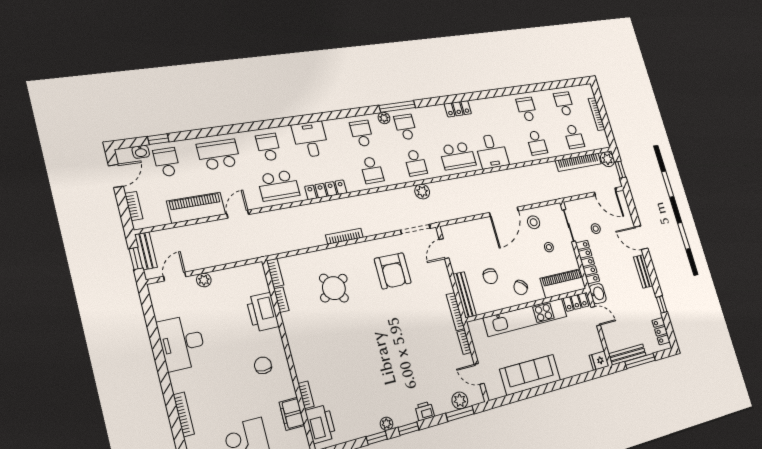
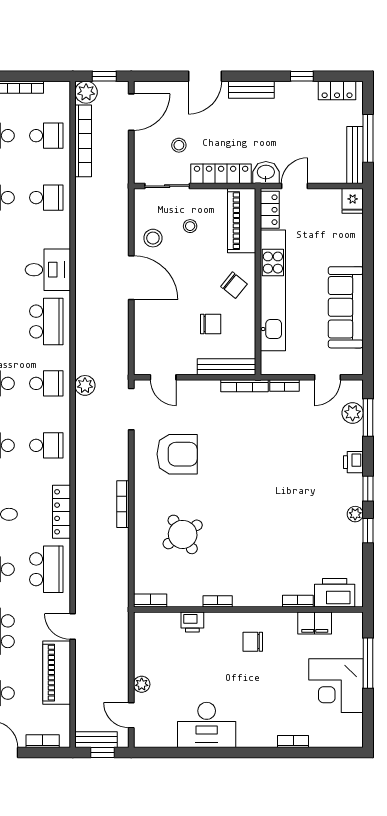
bookcase: (281, 300) -> (218, 601), moved
printer: (263, 312) -> (192, 622), width x0.53, depth x0.68
bookcase: (184, 414) -> (293, 742), width x0.64

